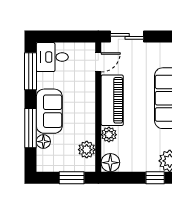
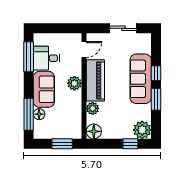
sliding door: (127, 36) -> (123, 28), moved
desk: (52, 57) -> (46, 58), moved
window: (31, 128) -> (29, 114), moved
plant: (87, 150) -> (74, 83), moved

